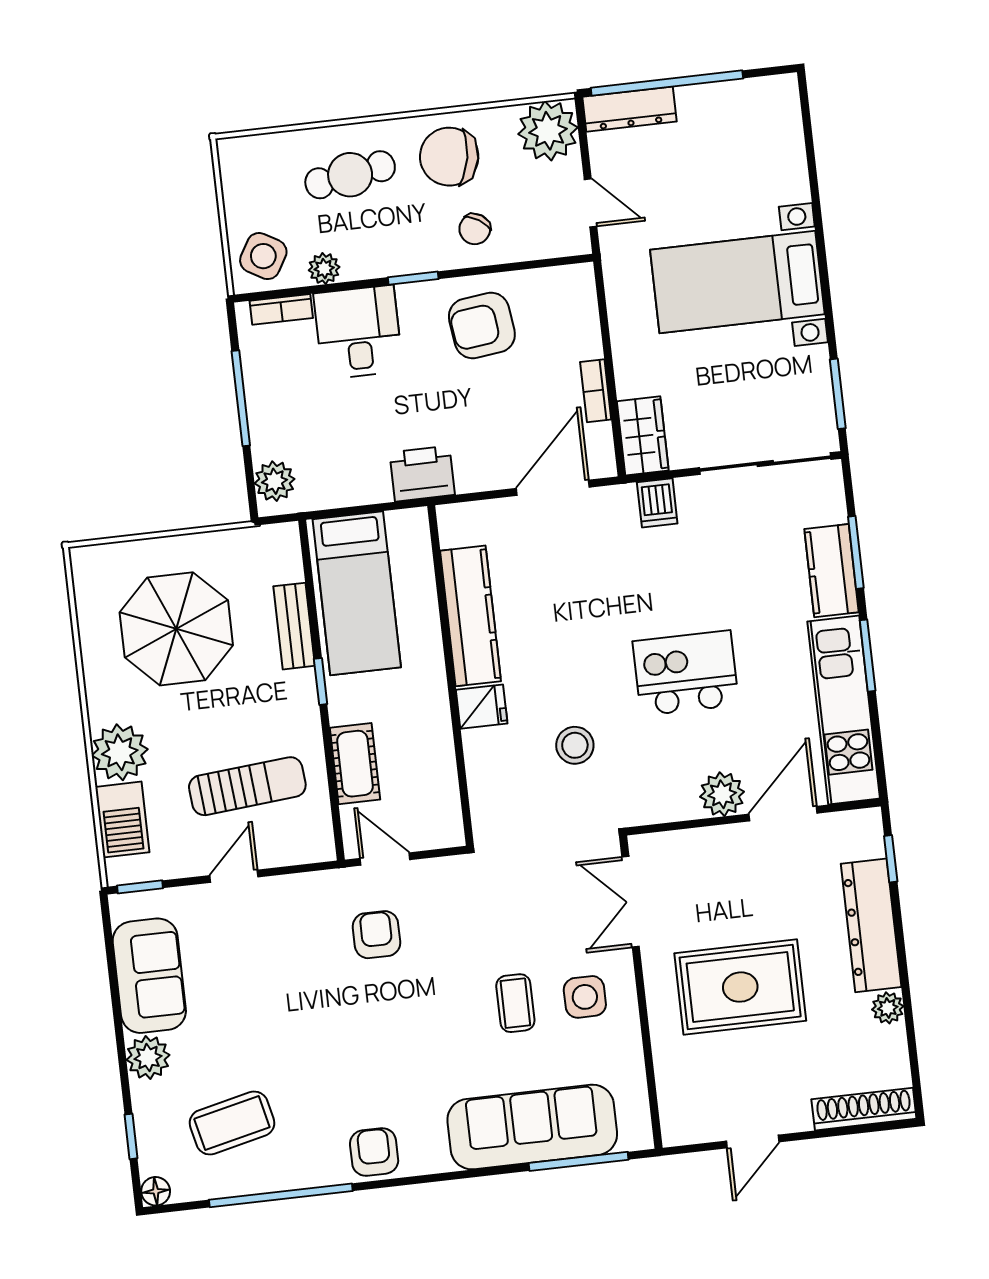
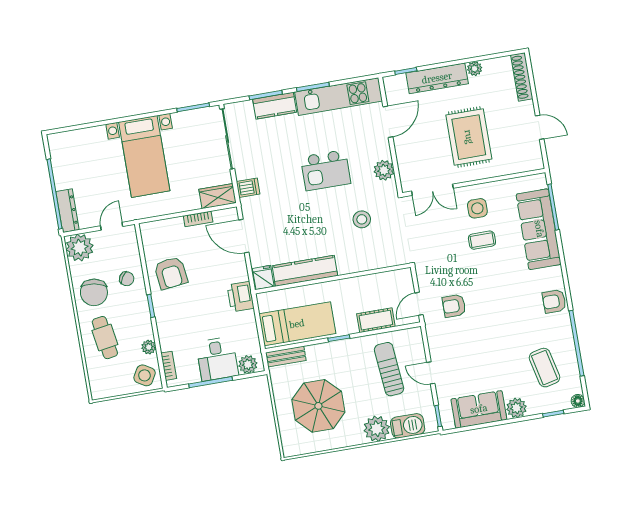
desk: (358, 332) -> (217, 359), moved, turned -90
bench: (294, 626) -> (286, 357), moved
kitchen island: (686, 673) -> (326, 170), turned -90
fridge: (482, 707) -> (263, 277), moved
plant: (722, 794) -> (384, 170), moved
door: (783, 814) -> (388, 122), swing flipped

